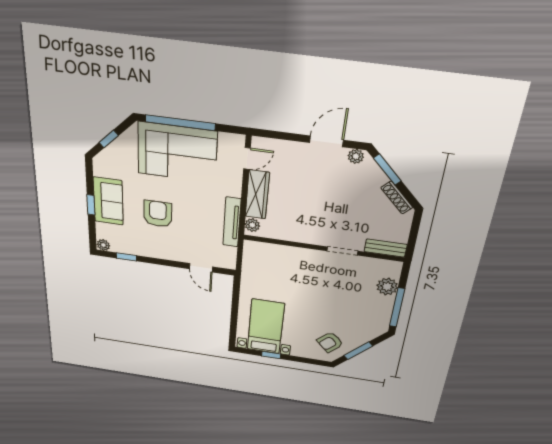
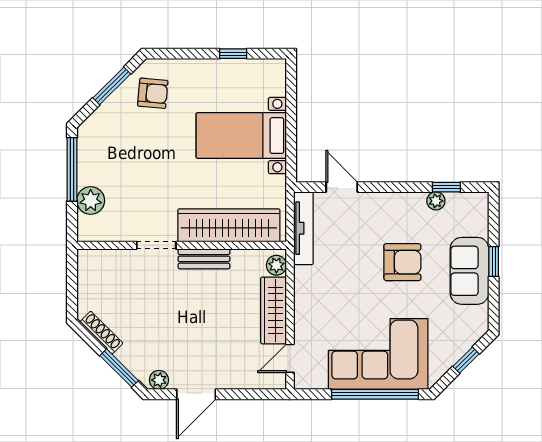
armchair: (158, 214) -> (402, 262), turned -90
tv unit: (232, 222) -> (303, 228), moved
plant: (103, 245) -> (436, 201), moved
bench: (386, 248) -> (204, 259), moved
wardrobe: (286, 256) -> (229, 225), added
bed with nightstands: (266, 327) -> (241, 136), moved, turned 90
armchair: (330, 342) -> (153, 93), turned 49

